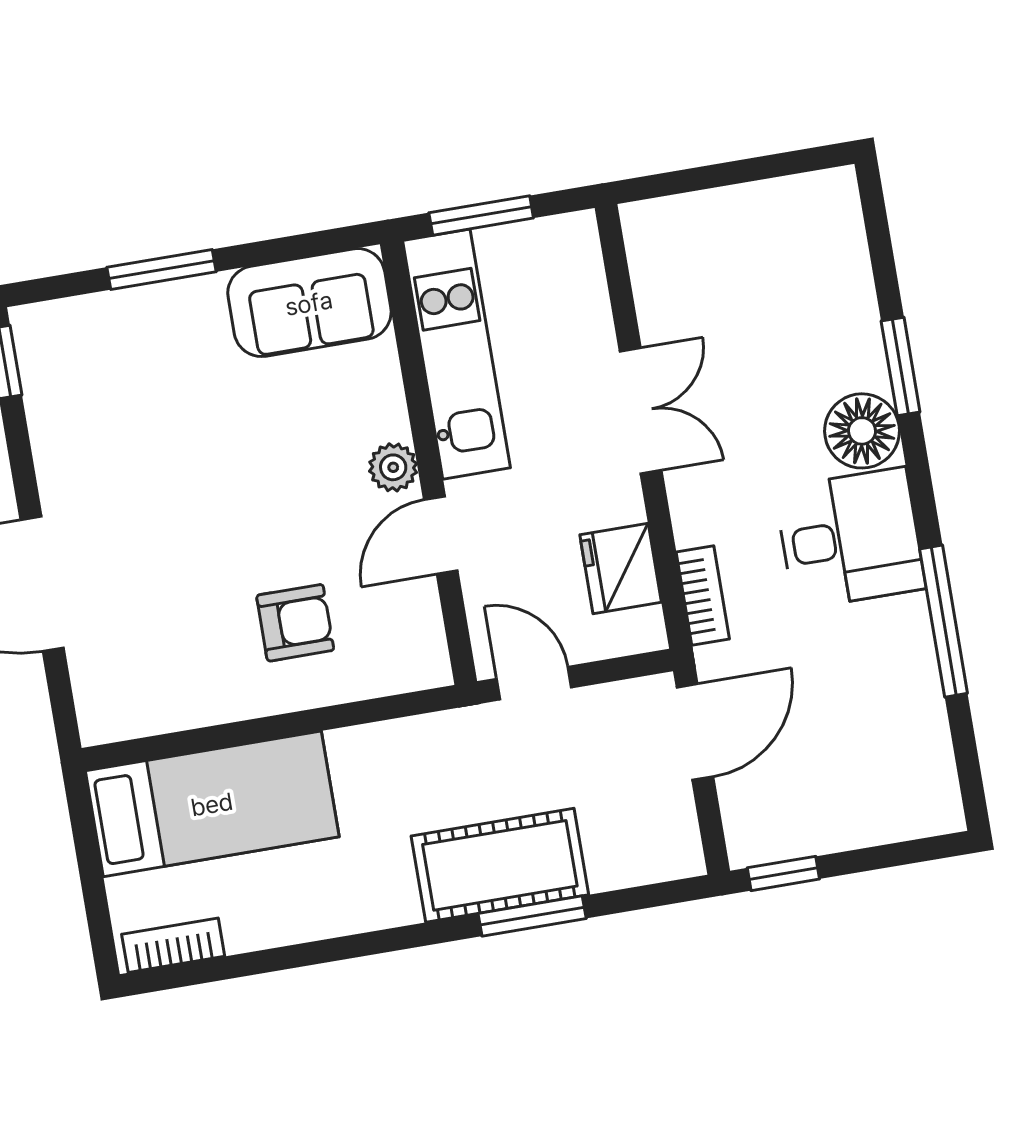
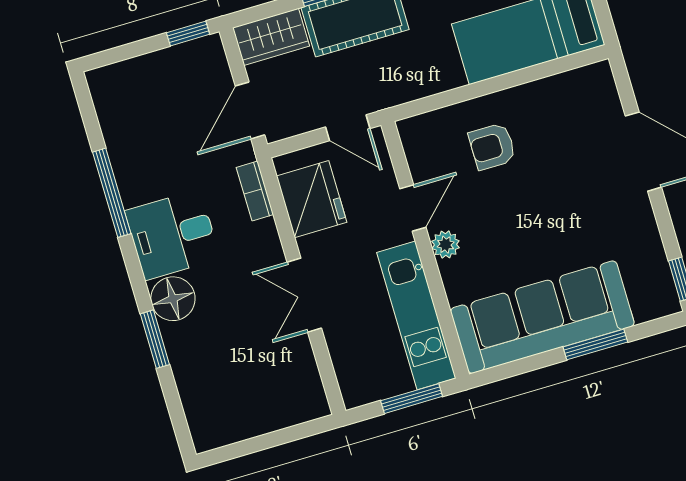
sofa: (309, 303) -> (542, 317), width x1.85, depth x1.27
fridge: (621, 568) -> (312, 199), width x1.36, depth x1.34
wardrobe: (645, 851) -> (271, 37), added

